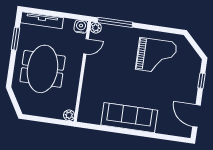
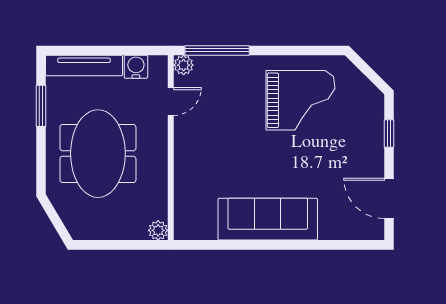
water cooler: (81, 27) -> (136, 67), moved

